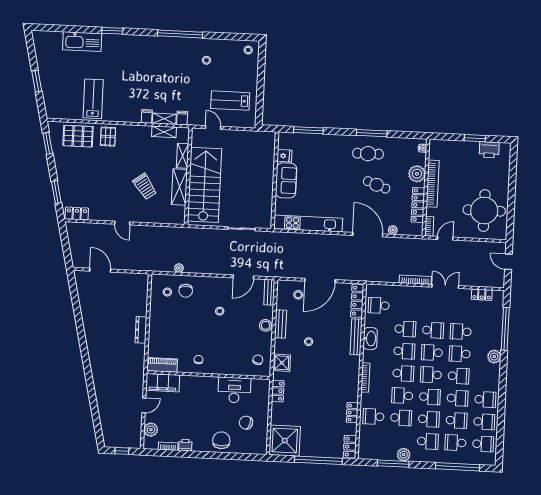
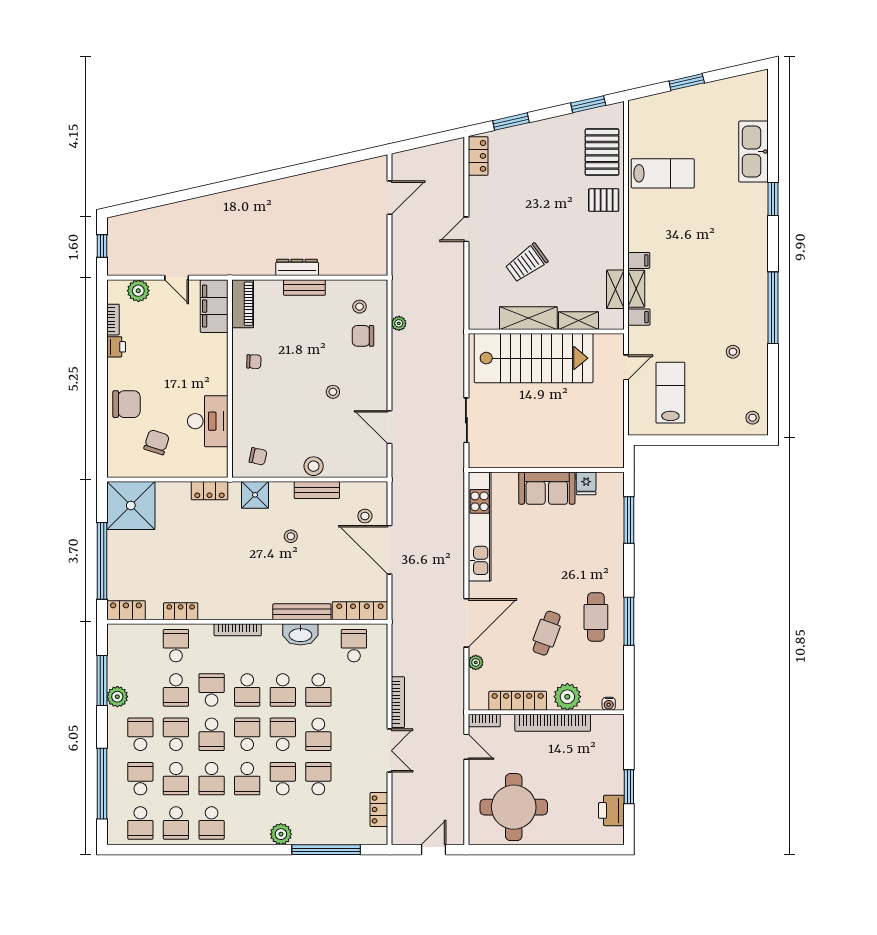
bench: (269, 292) -> (304, 287), moved
school desk: (429, 419) -> (176, 734), turned 180
school desk: (428, 441) -> (140, 734), turned 180

